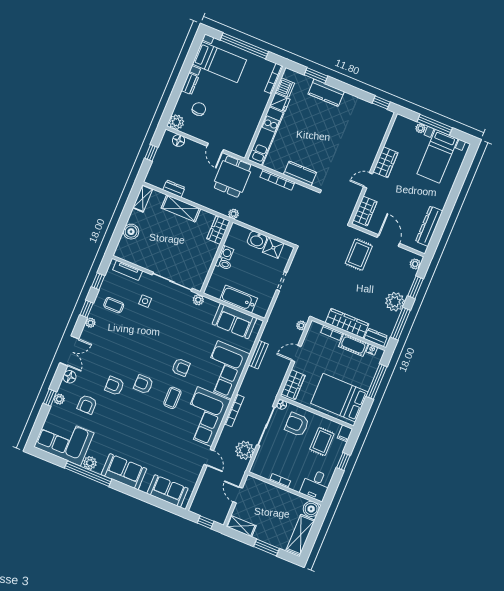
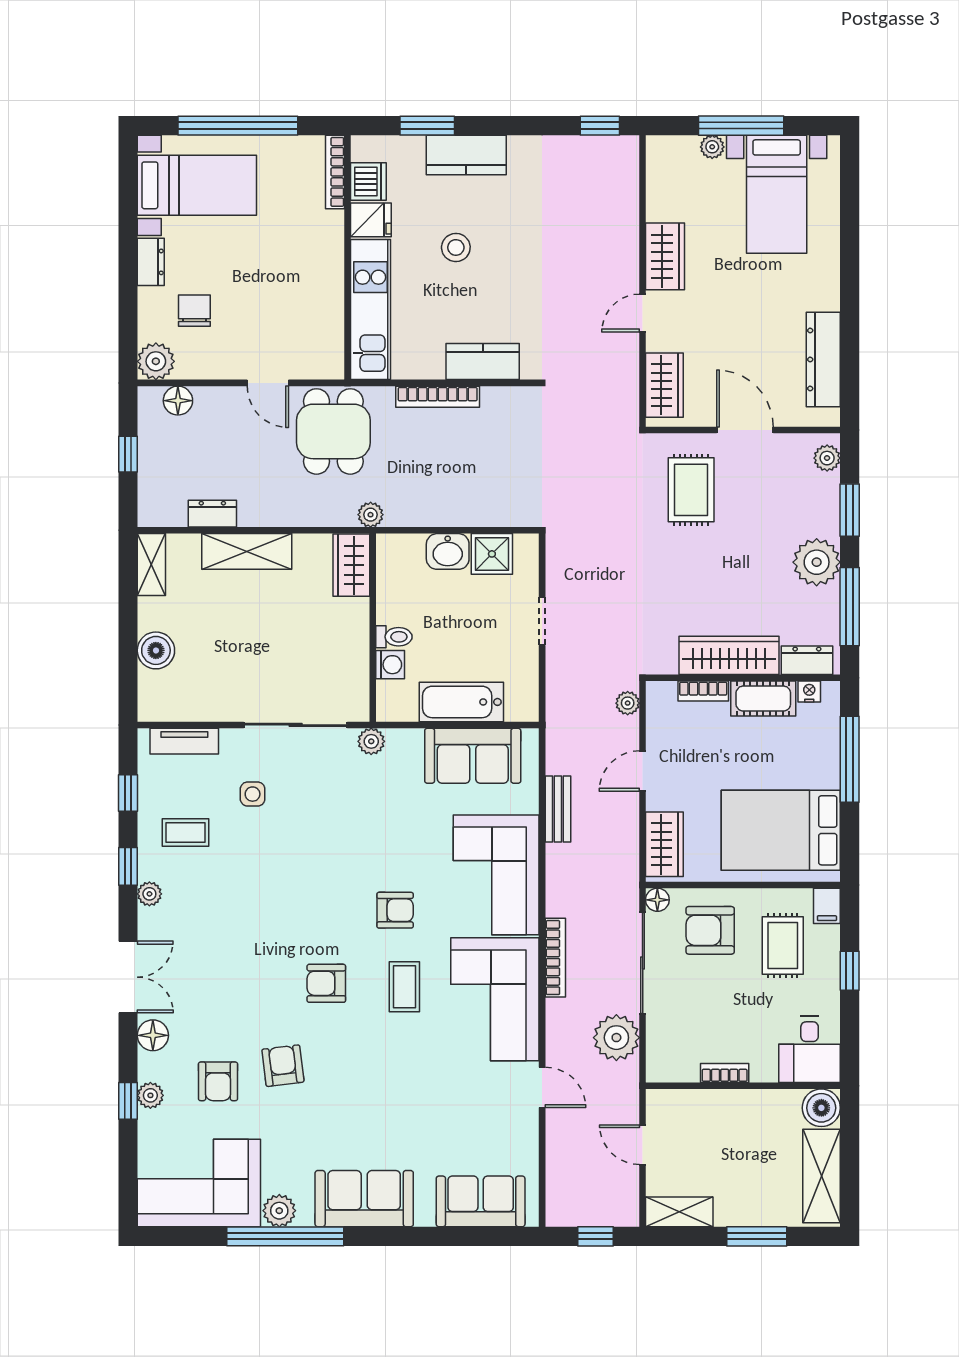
stool: (308, 126) -> (456, 247), added
washing machine: (226, 253) -> (390, 665), moved
armchair: (114, 386) -> (283, 1066), moved, turned 83

